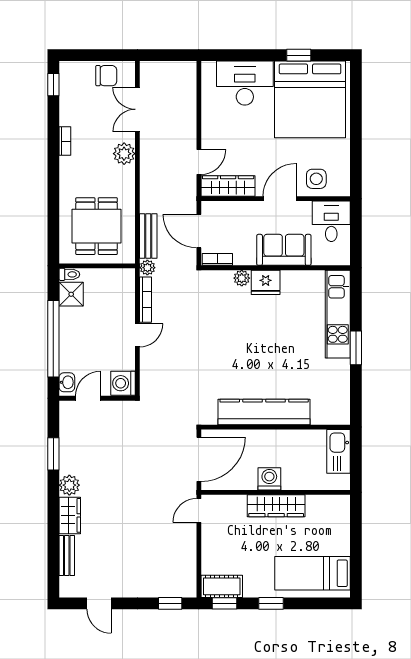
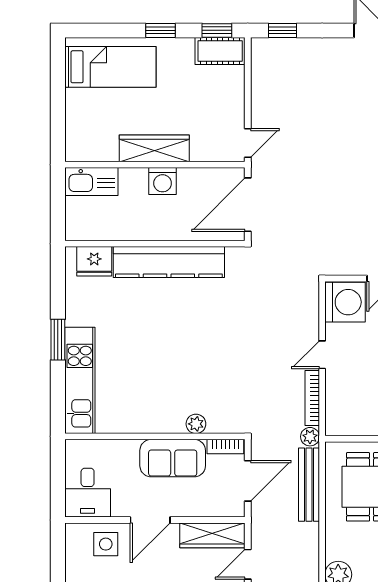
door: (199, 231) -> (248, 481), hinge flipped
bench: (148, 236) -> (309, 485), width x1.36
sofa: (284, 250) -> (173, 458), moved
fridge: (266, 282) -> (94, 261), moved, turned 180
washing machine: (123, 383) -> (345, 302), width x1.37, depth x1.37
kitchen sink: (339, 451) -> (91, 182), moved, turned 90

